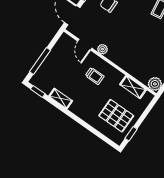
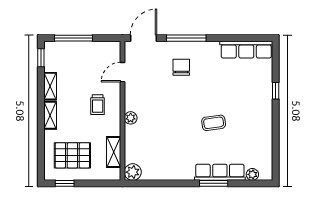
plant: (103, 49) -> (131, 118), moved
shelving: (80, 112) -> (50, 115), added
pallet: (116, 116) -> (72, 155), turned 90

